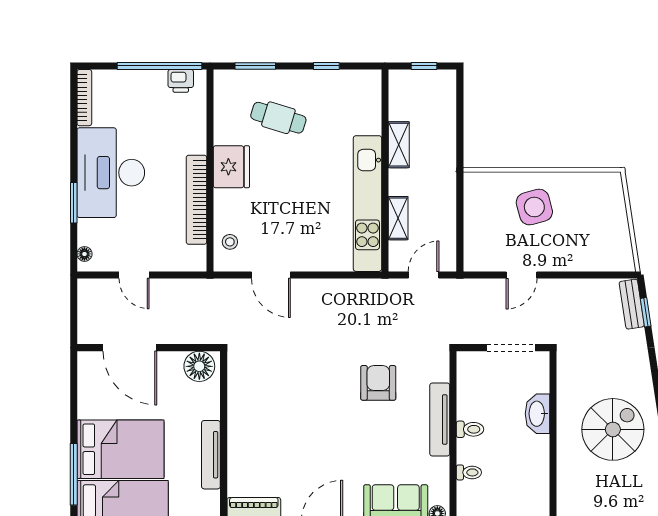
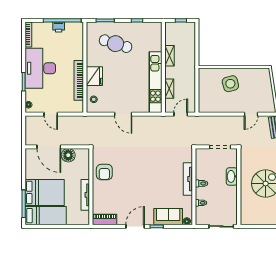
printer: (181, 81) -> (59, 27), moved
cafe table: (278, 118) -> (116, 44), width x1.37, depth x1.35
fridge: (231, 167) -> (94, 76), moved
door: (271, 275) -> (123, 114), moved
door: (522, 275) -> (251, 114), moved
floor lamp: (199, 366) -> (68, 155), moved
armchair: (378, 383) -> (104, 172), moved, turned 180

